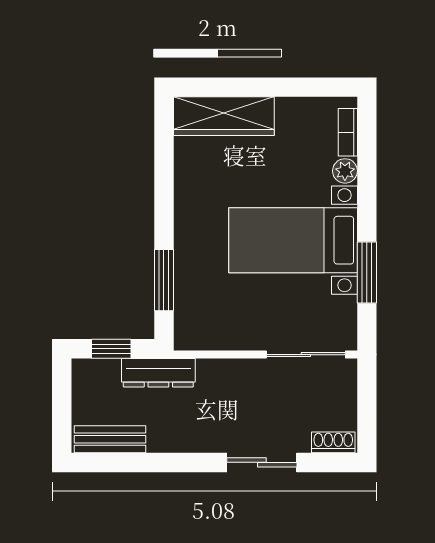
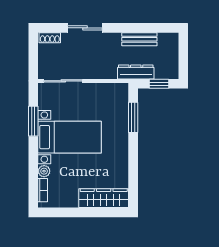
bench: (110, 439) -> (139, 39), moved

